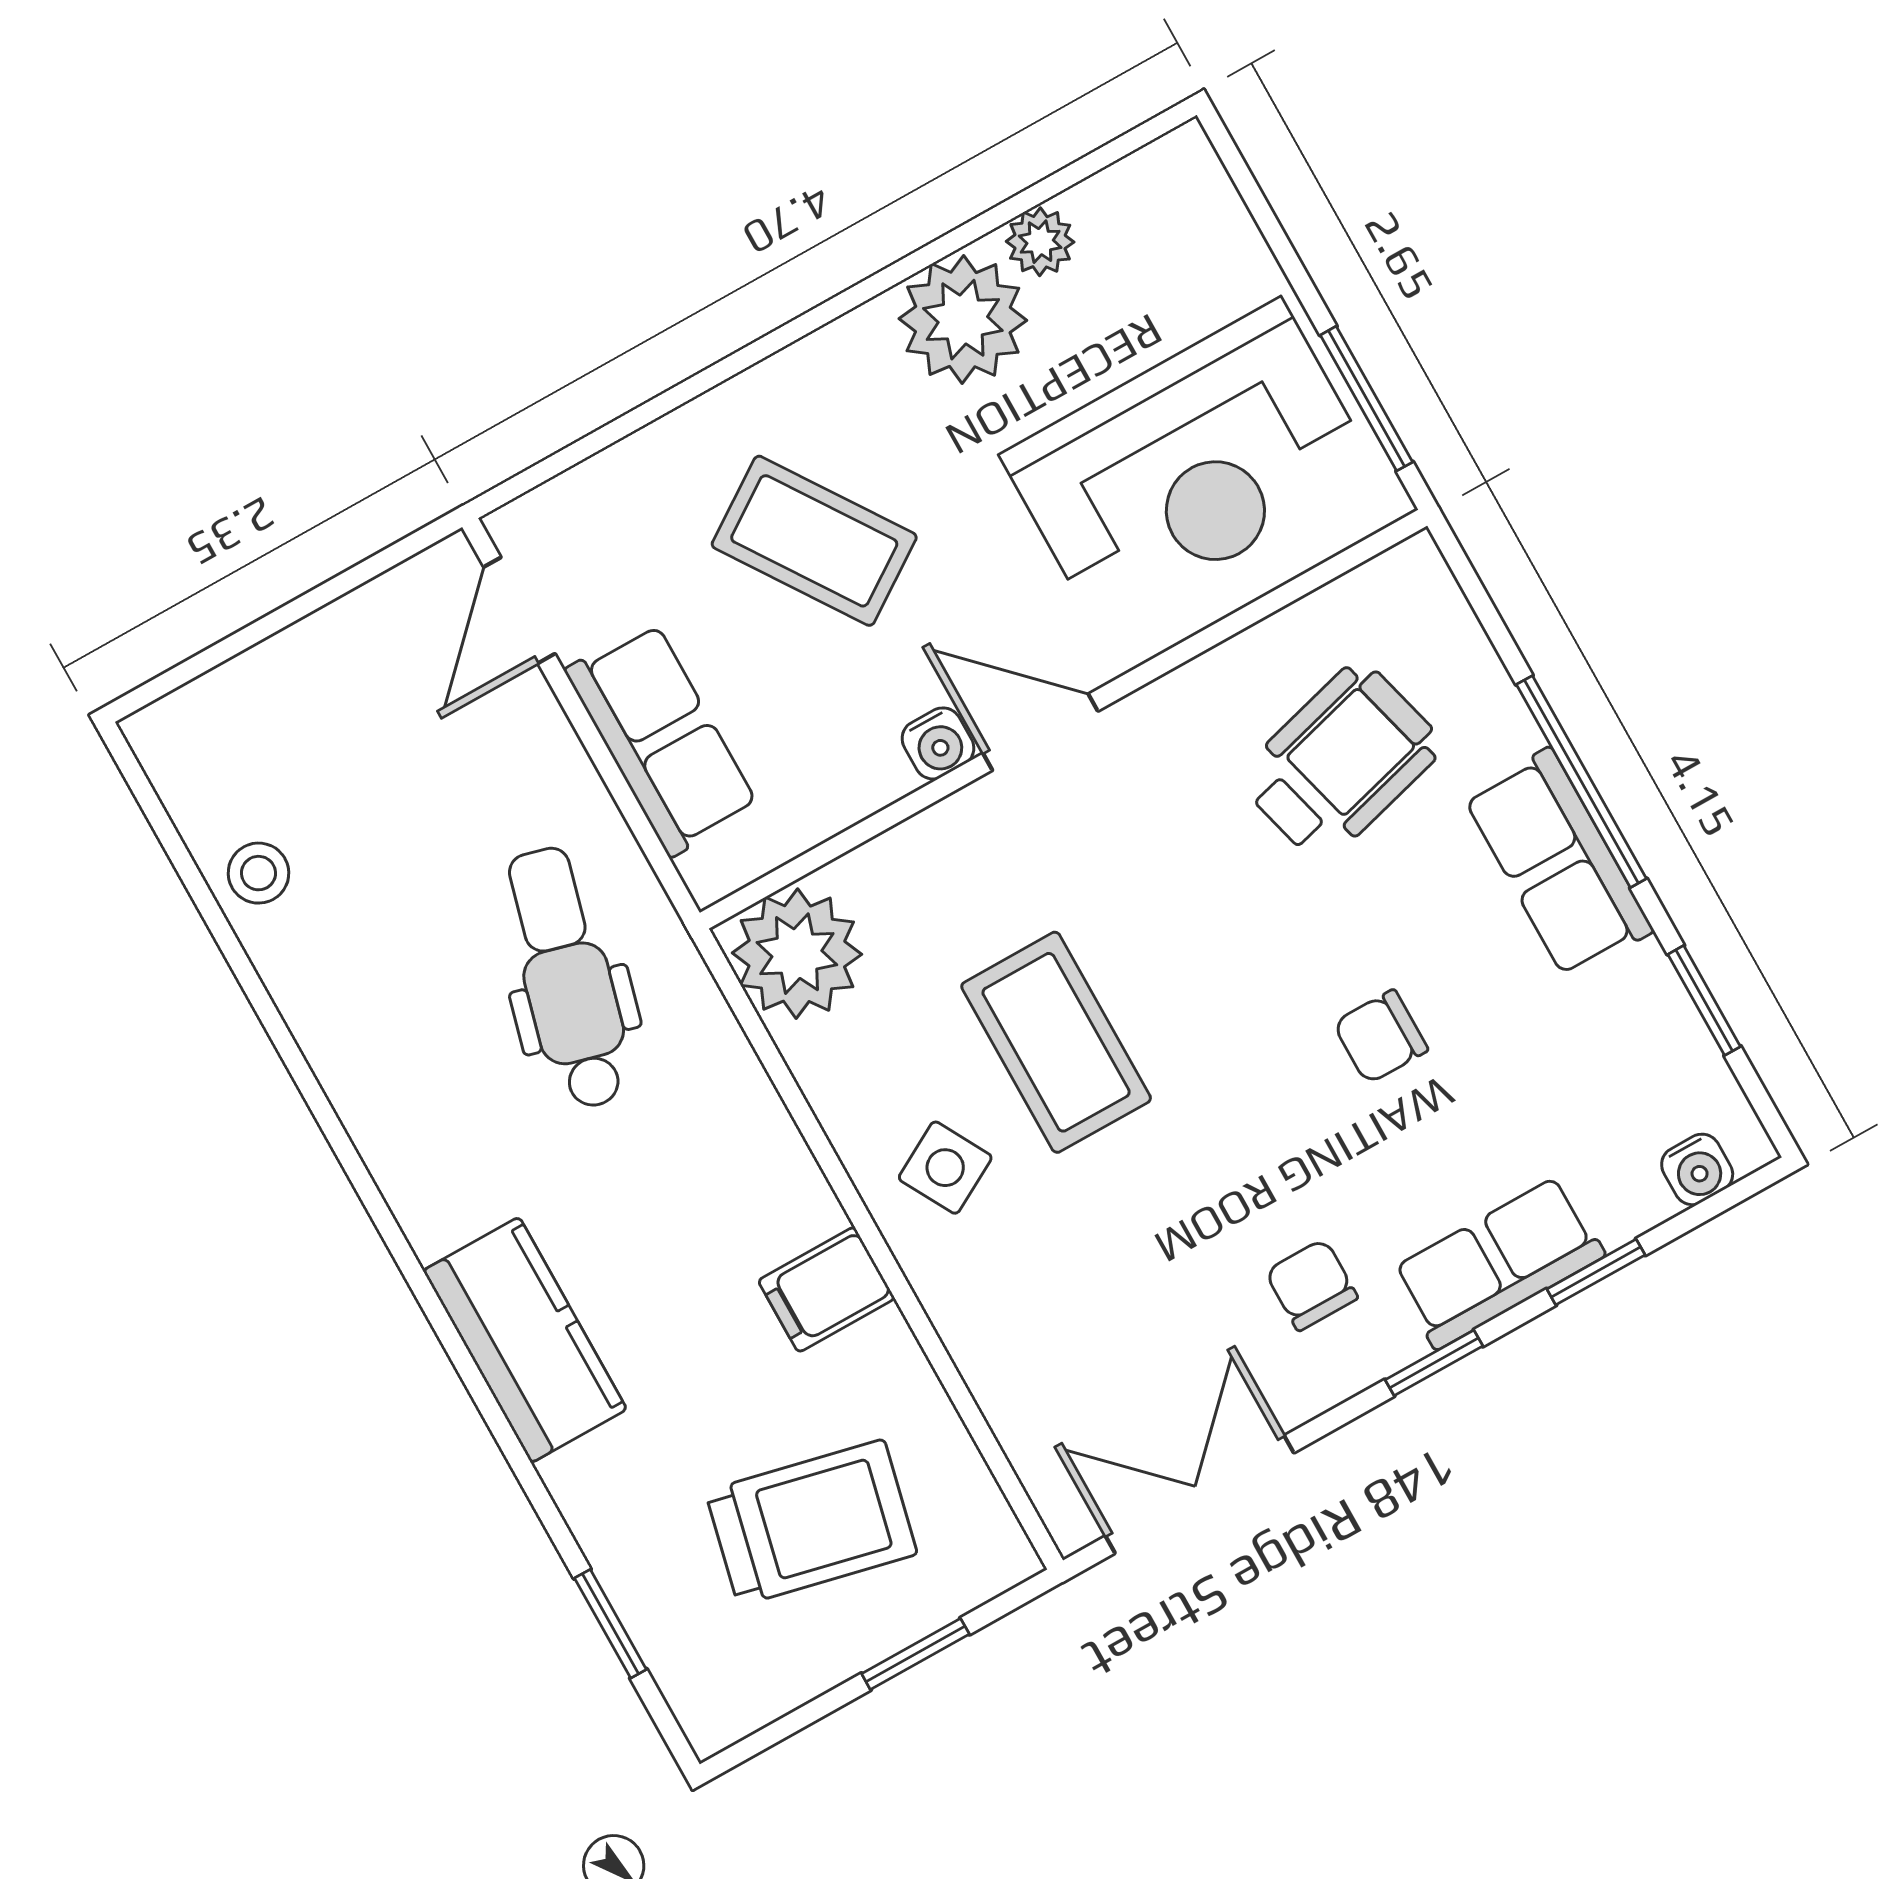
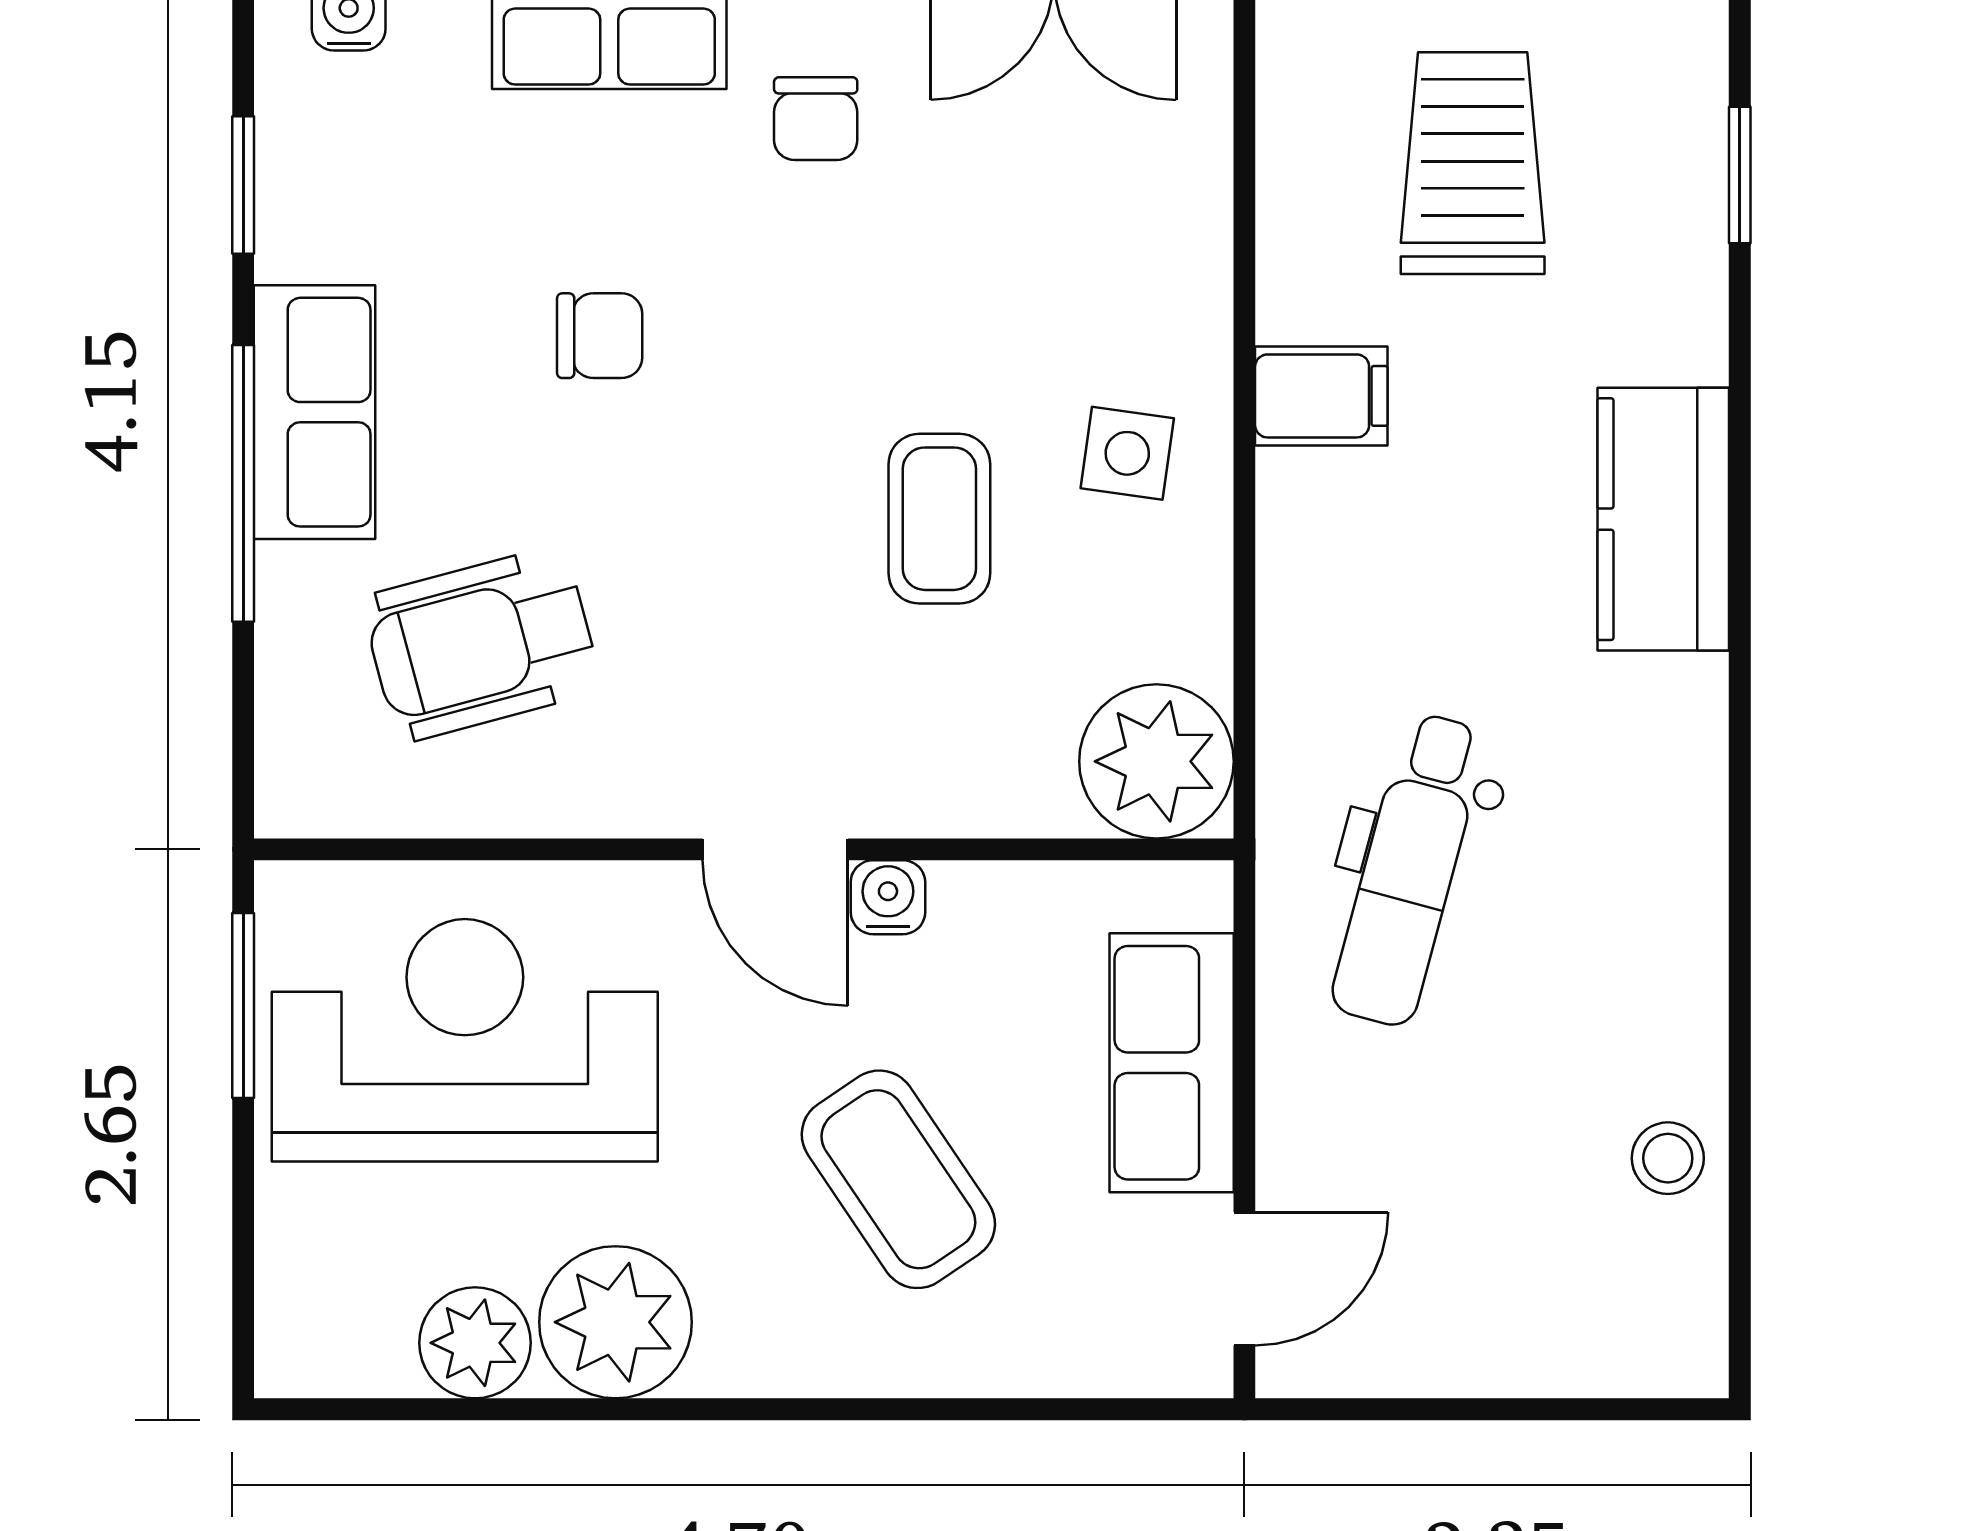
plant: (1040, 242) -> (475, 1343), width x1.38, depth x1.38
coffee table: (1056, 1042) -> (939, 519), width x0.73, depth x0.77
side table: (945, 1168) -> (1127, 453), turned 37
trolley: (811, 1523) -> (1473, 163), turned 77

